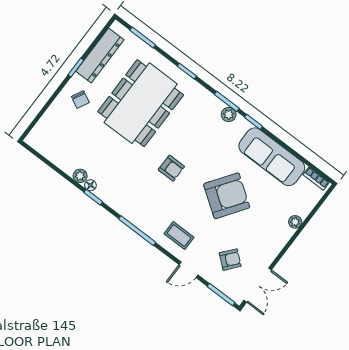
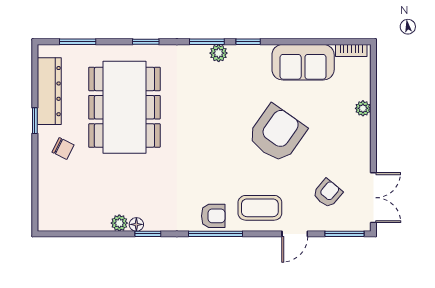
sofa: (272, 157) -> (303, 62), width x0.73
armchair: (171, 168) -> (213, 216), moved
coffee table: (179, 236) -> (260, 208), width x1.36, depth x1.30

